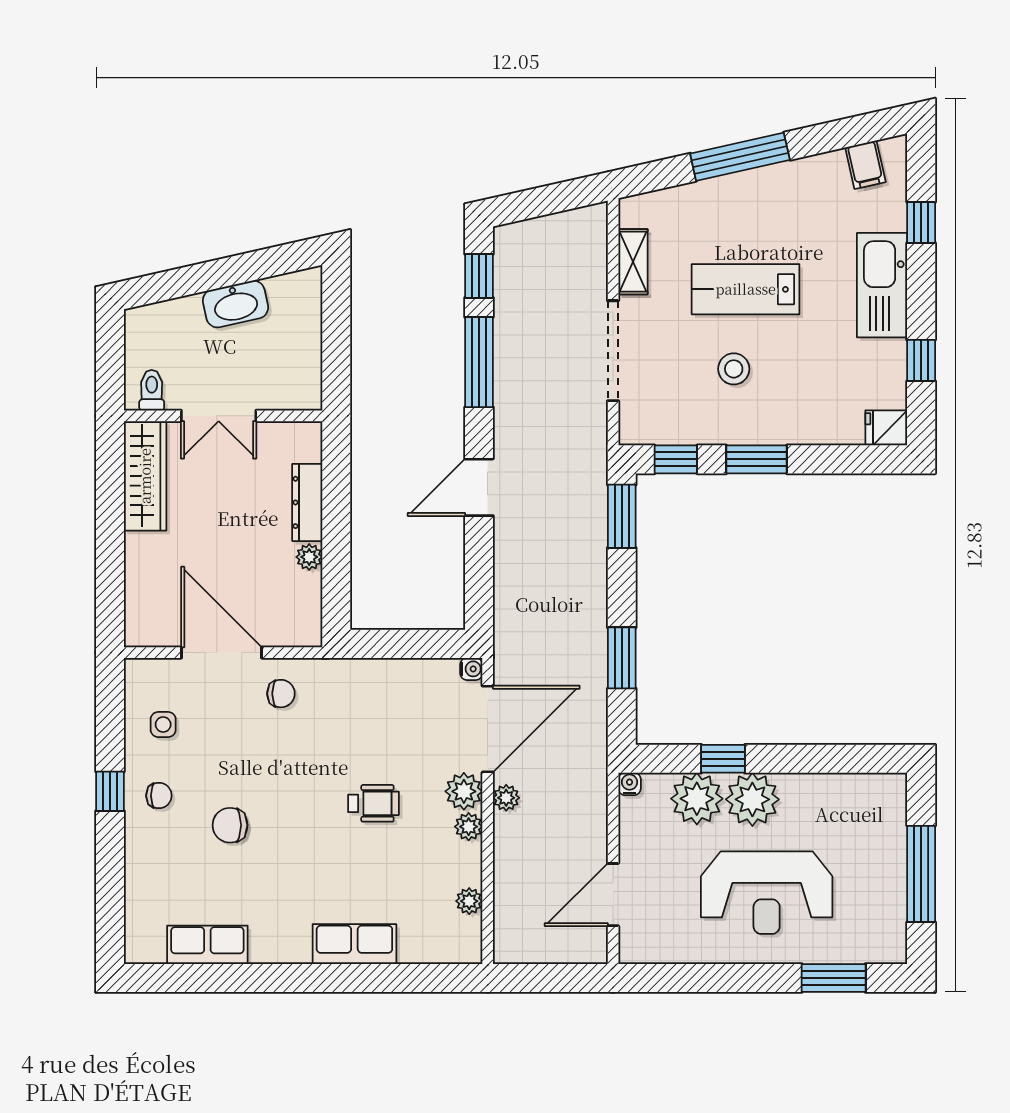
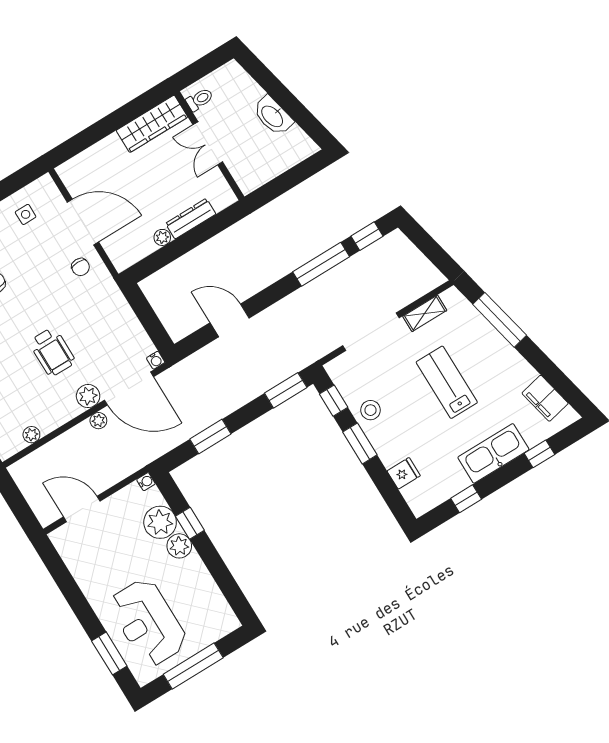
window: (740, 157) -> (500, 320), moved
filing cabinet: (865, 165) -> (545, 398), width x2.00
stool: (734, 369) -> (370, 410), moved
fridge: (886, 428) -> (404, 473), moved, turned 90
door: (479, 487) -> (230, 320), moved
door: (222, 653) -> (83, 222), hinge flipped
plant: (752, 799) -> (179, 546), width x0.73, depth x0.73
wheelchair: (373, 803) -> (52, 352), width x1.36, depth x1.37
plant: (469, 827) -> (71, 410), removed
reception desk: (767, 893) -> (148, 622), moved

